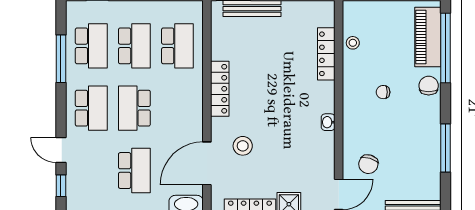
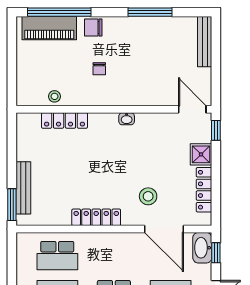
school desk: (177, 46) -> (57, 256), turned 180
chair: (368, 164) -> (165, 82), removed

